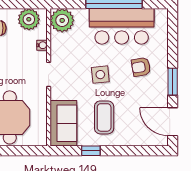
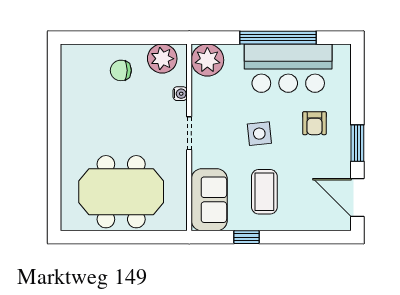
armchair: (141, 67) -> (314, 123), turned -80

